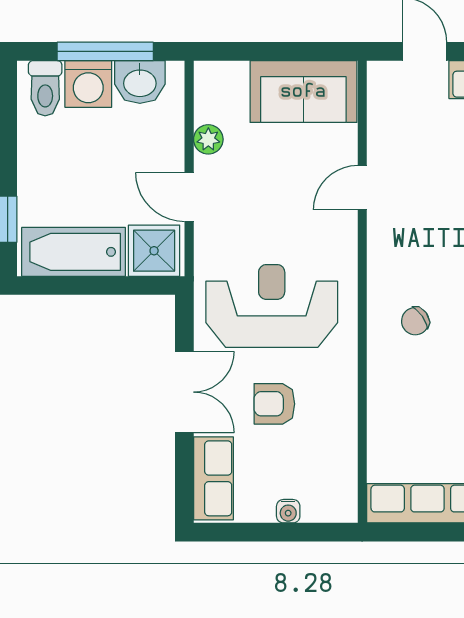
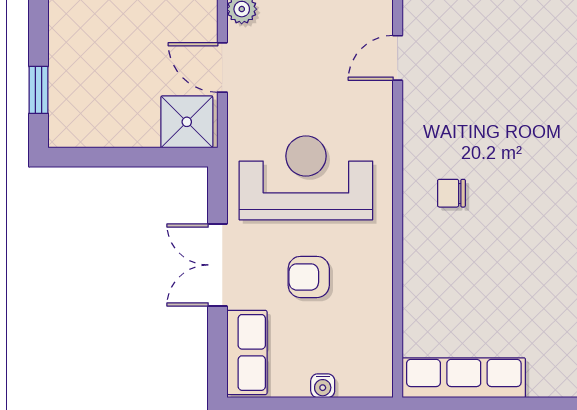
bathtub: (74, 252) -> (105, 123), removed
chair: (415, 321) -> (451, 193), turned 35
double door: (184, 392) -> (217, 265), swing flipped

